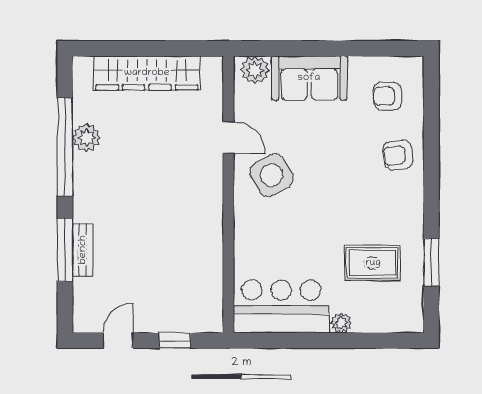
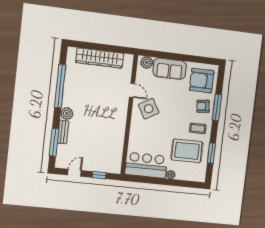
armchair: (387, 96) -> (202, 81), width x1.88, depth x1.88
plant: (87, 138) -> (67, 114), moved
window: (431, 154) -> (217, 107), added
coffee table: (392, 208) -> (198, 128), added
window: (65, 250) -> (54, 142), moved
rug: (373, 263) -> (187, 151), width x1.36, depth x1.43

